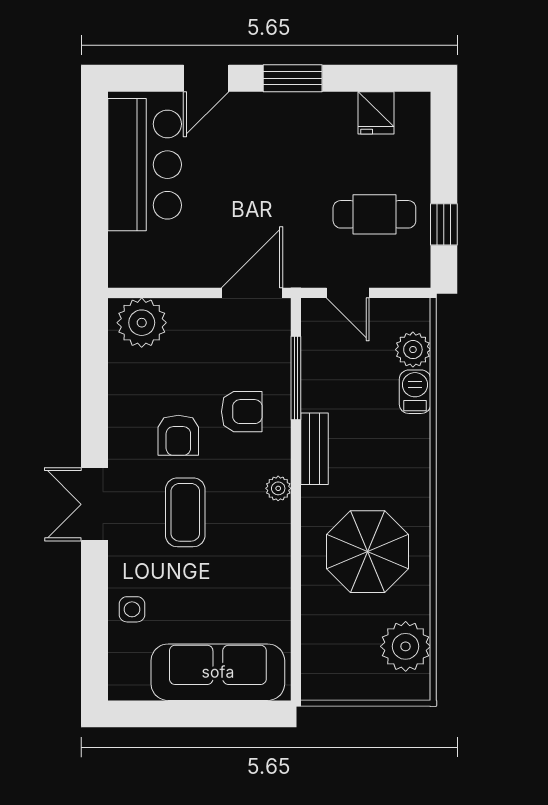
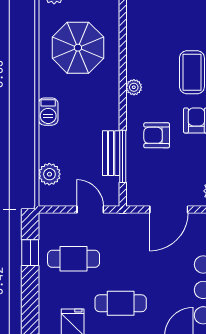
cafe table: (299, 143) -> (121, 303), added
door: (252, 293) -> (169, 210), moved
barbecue: (415, 392) -> (48, 112), moved
bench: (314, 449) -> (111, 153), moved

